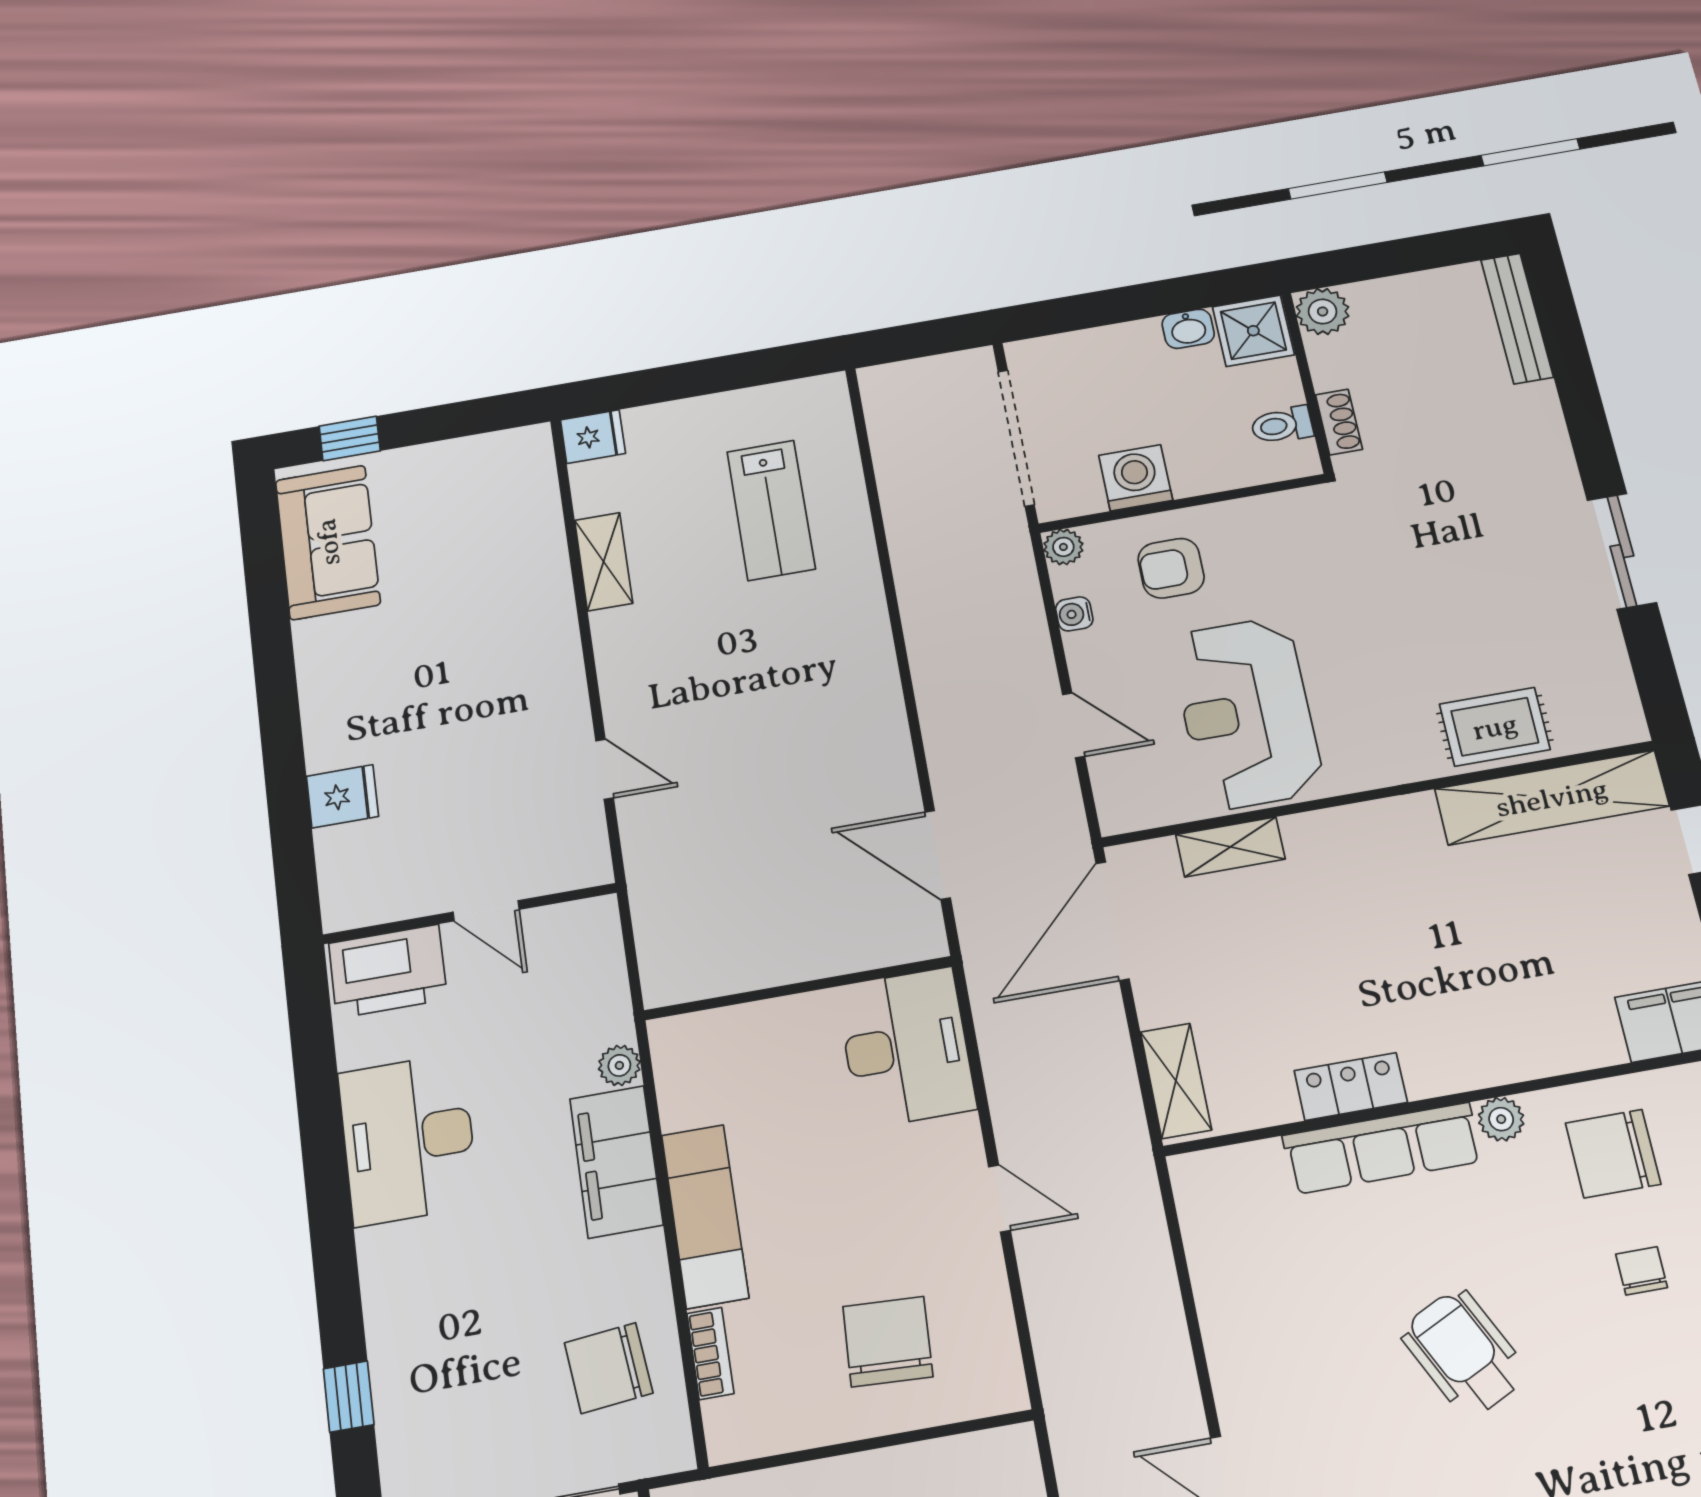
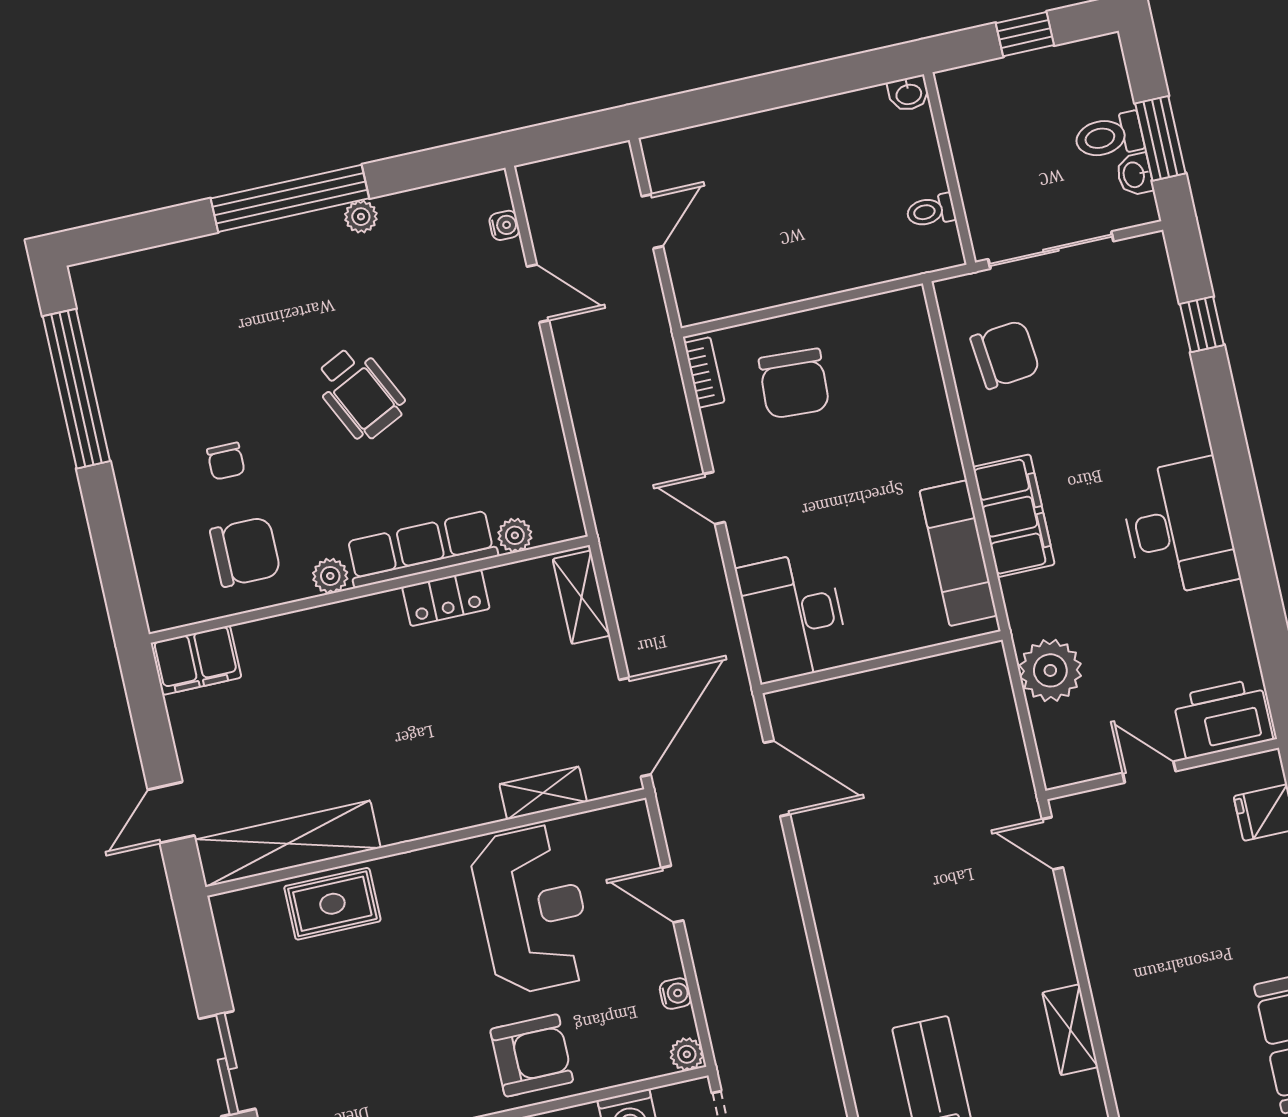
armchair: (1171, 568) -> (532, 1055), moved, width x1.38, depth x1.38
door: (486, 911) -> (1149, 772), moved
wall: (470, 914) -> (1162, 769), moved
printer: (388, 971) -> (1223, 718), moved
plant: (619, 1065) -> (1050, 670), moved, width x1.88, depth x1.88
plant: (1260, 1161) -> (515, 535), added
exam couch: (705, 1216) -> (958, 553), moved
bookcase: (710, 1353) -> (704, 372), moved, turned 180

